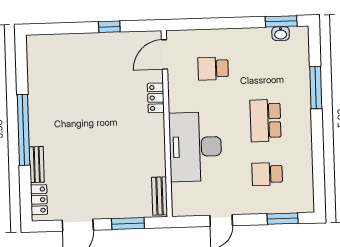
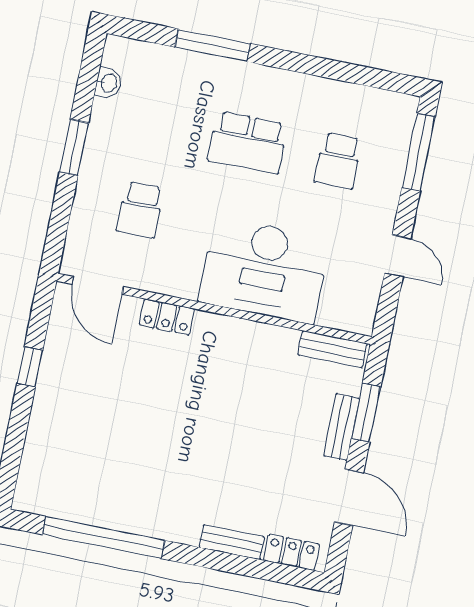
window: (281, 21) -> (74, 148), moved
window: (24, 130) -> (103, 538), moved
bench: (117, 211) -> (342, 427), added
window: (283, 219) -> (419, 152), width x1.44

